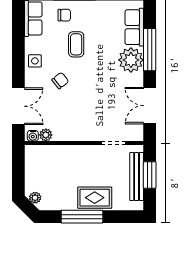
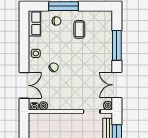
row of seats: (134, 27) -> (106, 30), removed
coffee table: (76, 44) -> (79, 29), moved
plant: (131, 60) -> (108, 105), moved, width x0.53, depth x0.53

